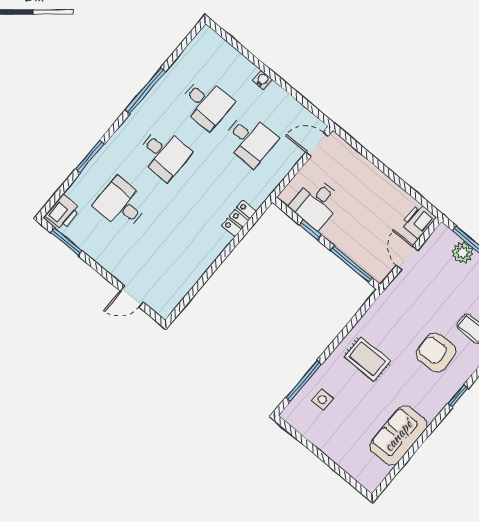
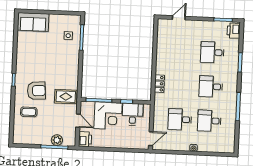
desk: (121, 204) -> (212, 52), turned 180
corner desk: (355, 230) -> (108, 116), added
rug: (367, 359) -> (66, 97), moved
sofa: (398, 436) -> (33, 22), moved, turned 90

